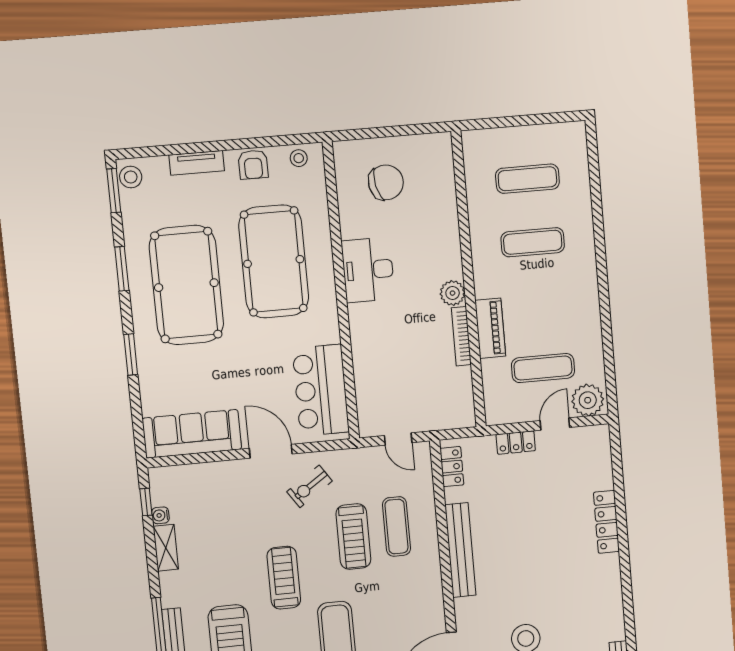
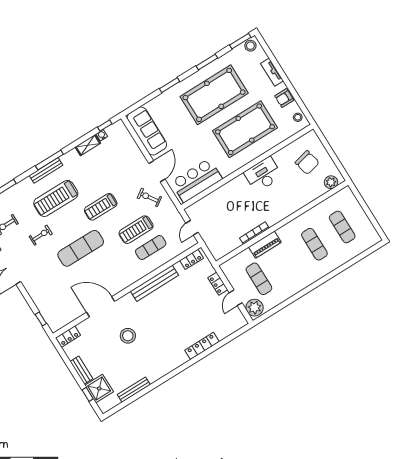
plant: (453, 293) -> (331, 182), moved
door: (555, 424) -> (236, 298), swing flipped
treadmill: (284, 578) -> (101, 207), turned 180

